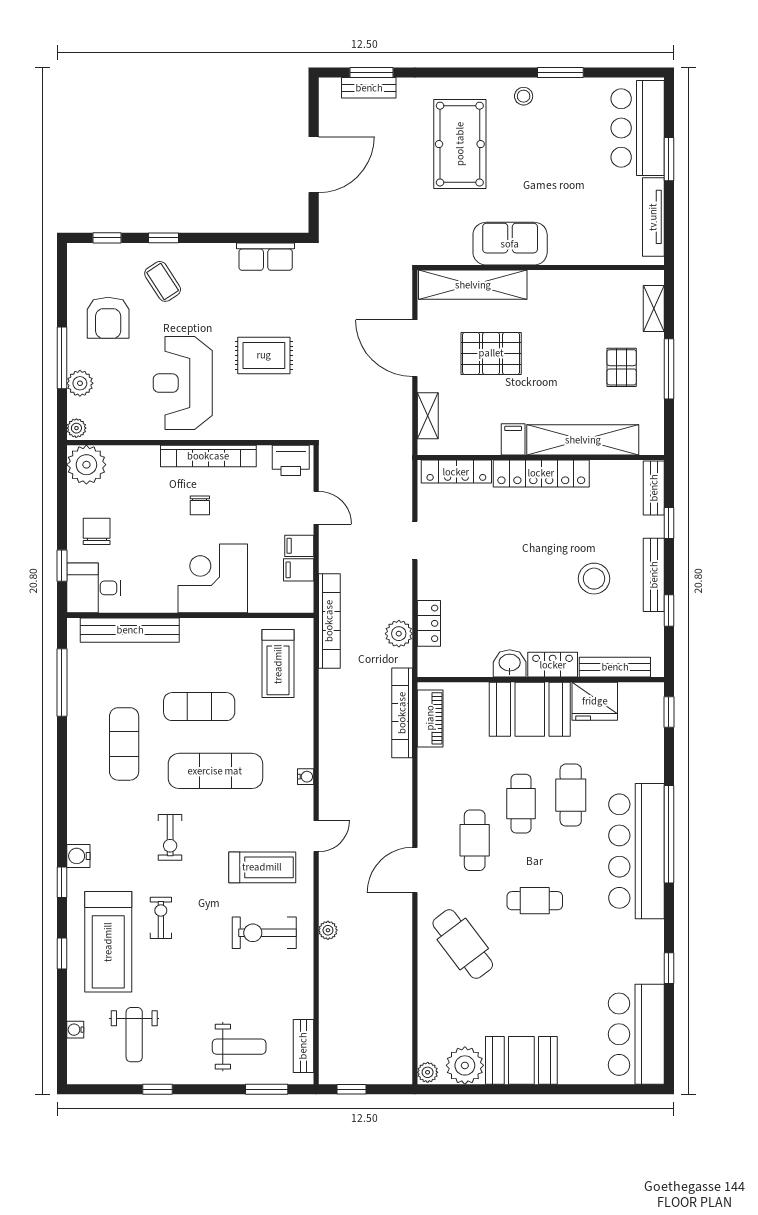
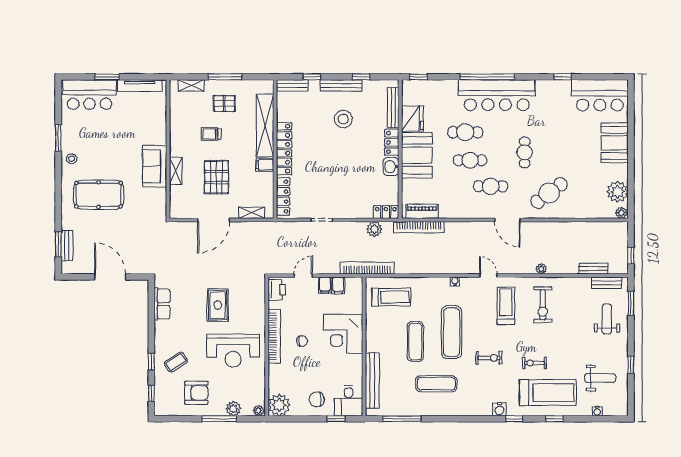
shelving: (473, 285) -> (176, 171), width x0.45, depth x0.75
trolley: (567, 343) -> (211, 134), added
locker: (429, 623) -> (386, 212), moved
bench: (328, 1022) -> (593, 269), added
booth: (521, 1060) -> (615, 143), moved

